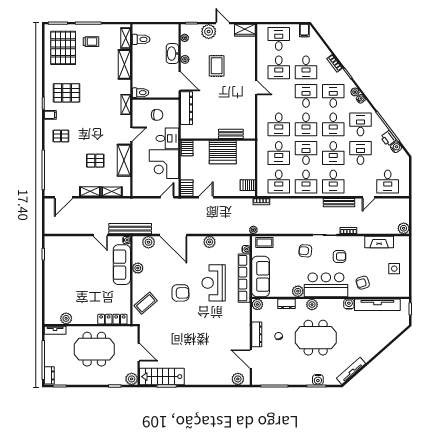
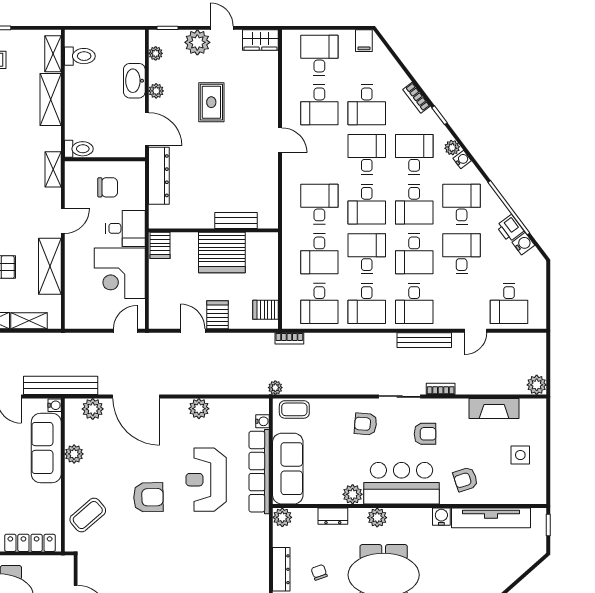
desk: (279, 124) -> (319, 204), turned 180
server rack: (187, 188) -> (218, 315), moved
door: (206, 197) -> (193, 331), hinge flipped

